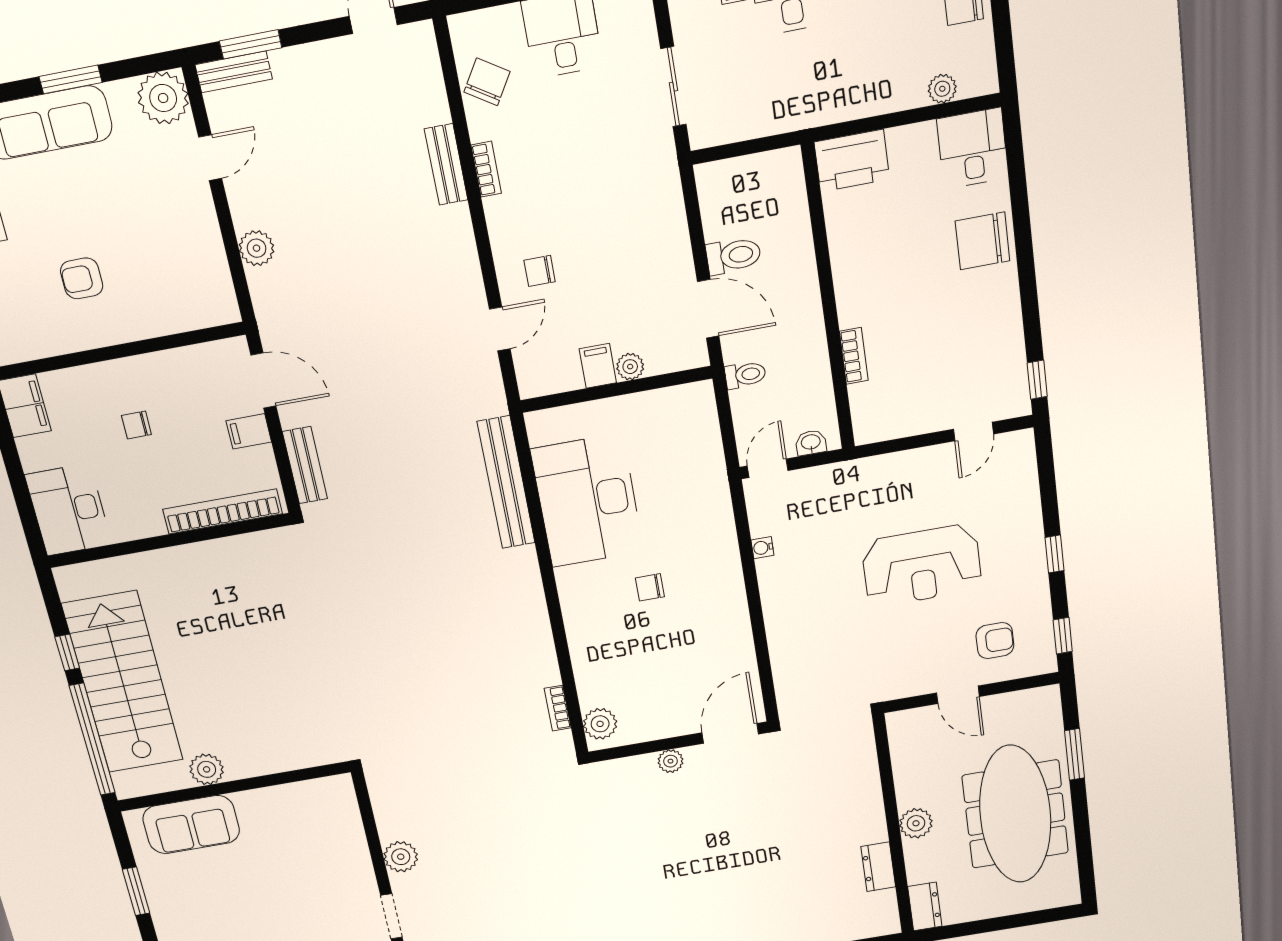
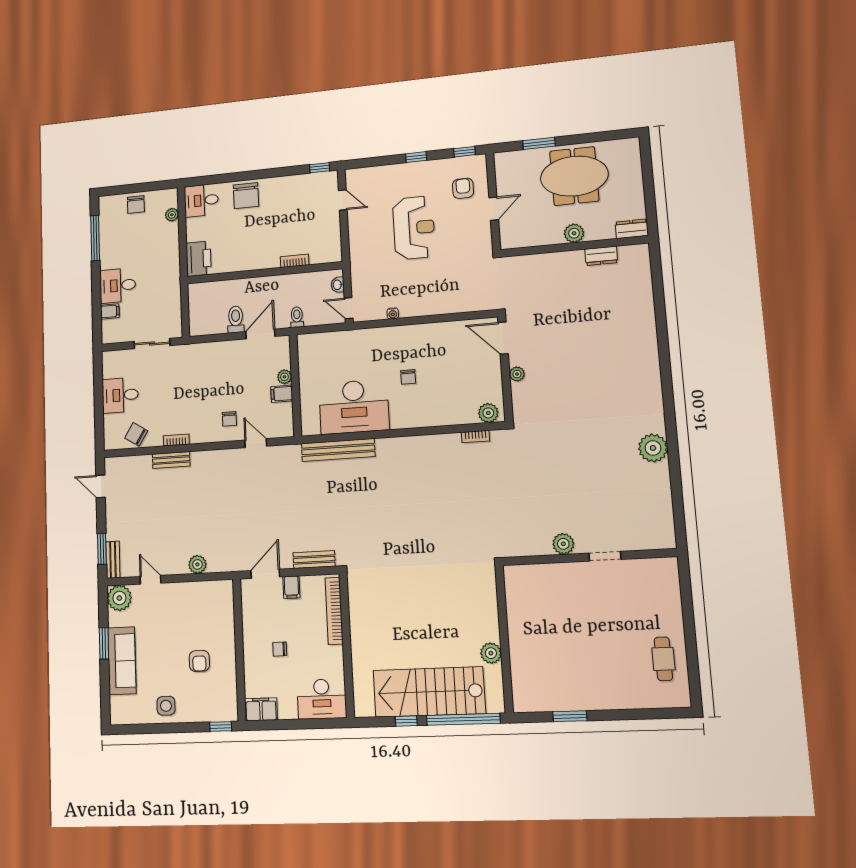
chair: (136, 425) -> (280, 649), turned 90
meeting table: (1015, 814) -> (574, 176), width x0.73
sofa: (191, 825) -> (527, 671), removed

